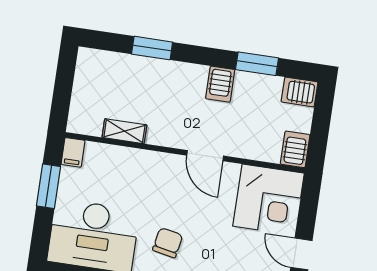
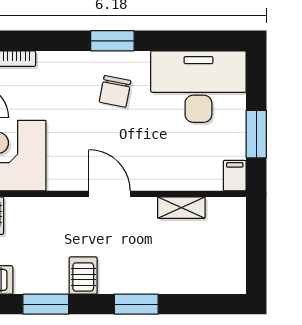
window: (152, 48) -> (136, 304), moved
door: (205, 156) -> (109, 194), moved

